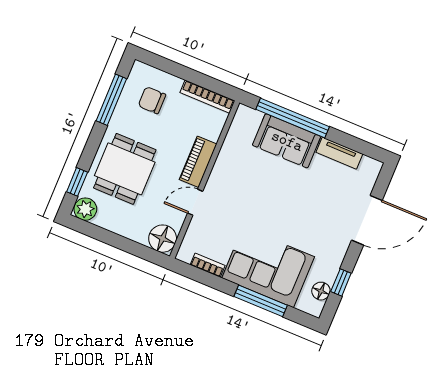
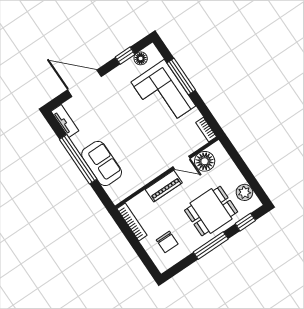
window: (111, 100) -> (211, 246), moved
window: (293, 118) -> (78, 159), moved
tv unit: (339, 153) -> (65, 121), moved
plant: (85, 209) -> (244, 192), moved
floor lamp: (163, 239) -> (205, 161), moved
bookcase: (208, 265) -> (206, 130), moved

